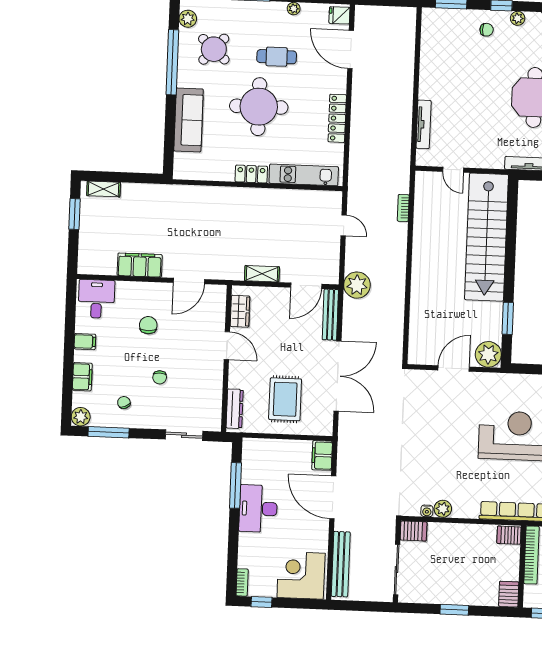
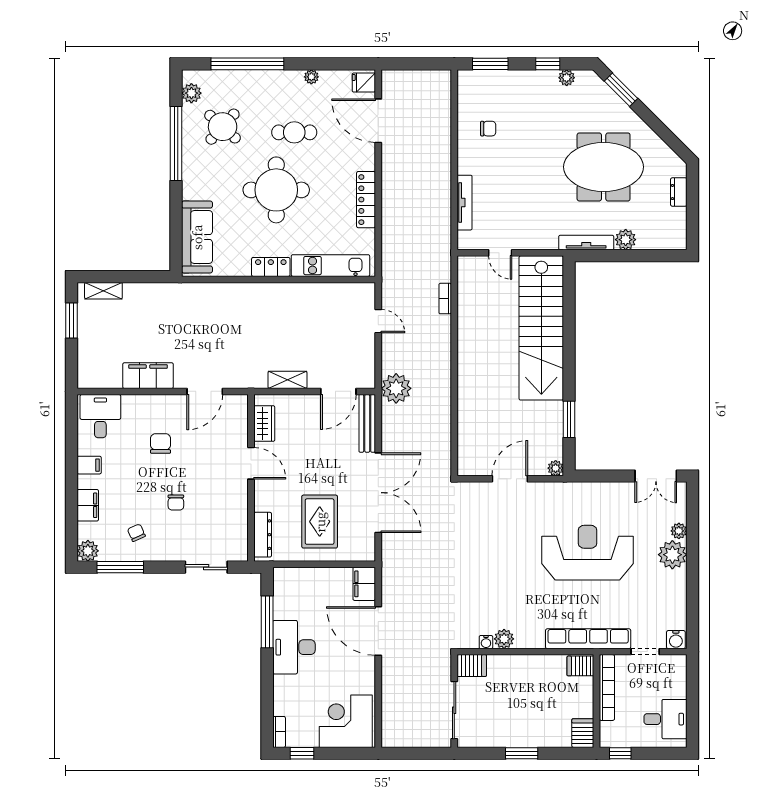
chair: (487, 30) -> (488, 129), moved
sofa: (189, 120) -> (197, 237), moved
plant: (488, 354) -> (556, 468), width x0.53, depth x0.53
bench: (341, 564) -> (390, 707), removed

